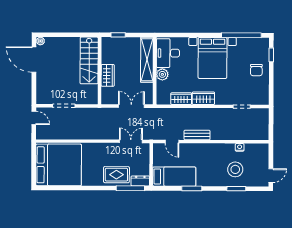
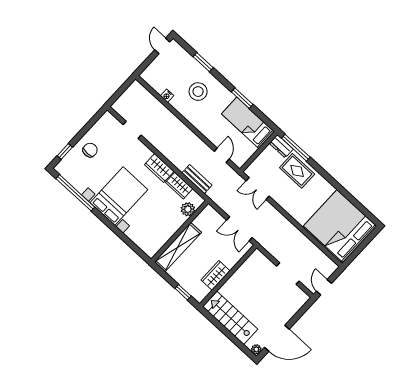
desk: (168, 53) -> (154, 236), removed
door: (34, 60) -> (277, 338), hinge flipped
stairs: (89, 60) -> (230, 318), moved, turned -90
plant: (162, 74) -> (188, 209), moved
wardrobe: (108, 75) -> (215, 275), moved
double door: (131, 106) -> (239, 229), moved
bench: (197, 135) -> (197, 179), moved
stool: (235, 169) -> (198, 92), moved
door: (271, 176) -> (162, 46), hinge flipped

